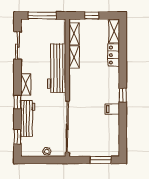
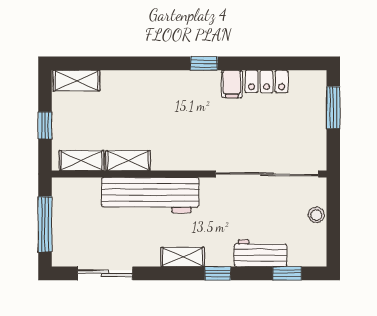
locker: (114, 55) -> (267, 81), moved
workbench: (28, 118) -> (260, 253), width x0.73

